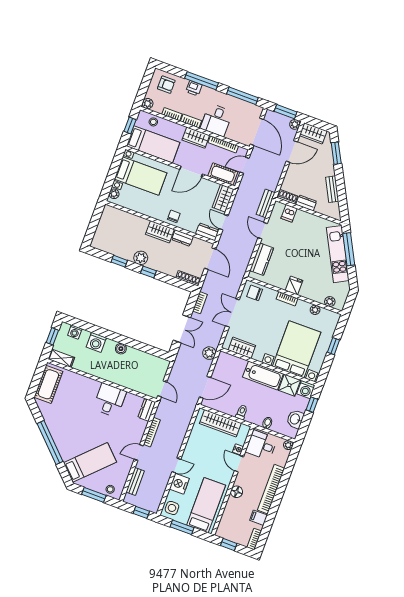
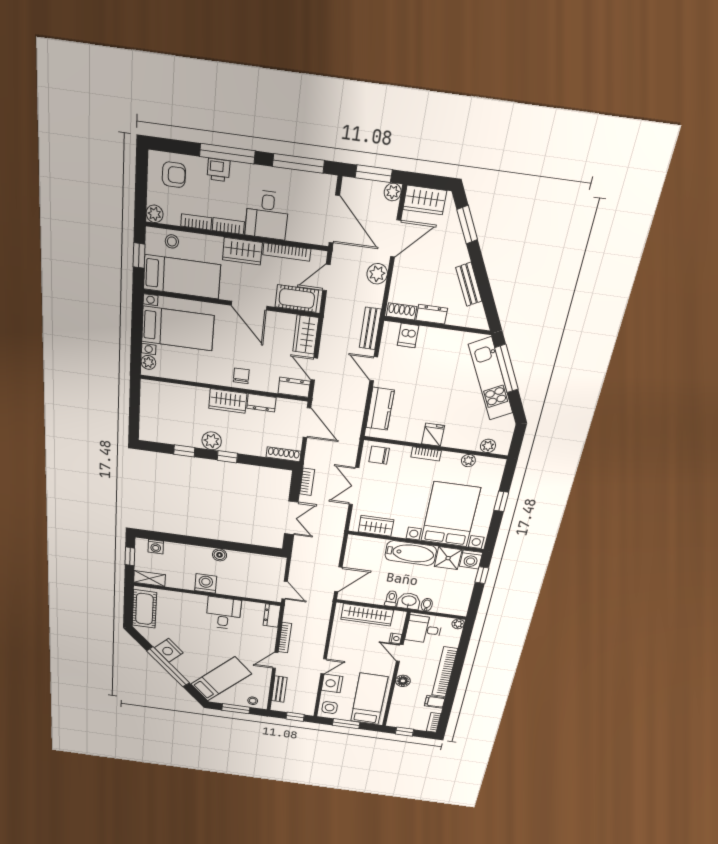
door: (191, 172) -> (249, 306), hinge flipped
washing machine: (96, 342) -> (206, 583), moved, turned 180
plant: (209, 353) -> (377, 274), moved
washbasin: (295, 419) -> (409, 601), moved, turned 90
nightstand: (56, 427) -> (169, 650), added

